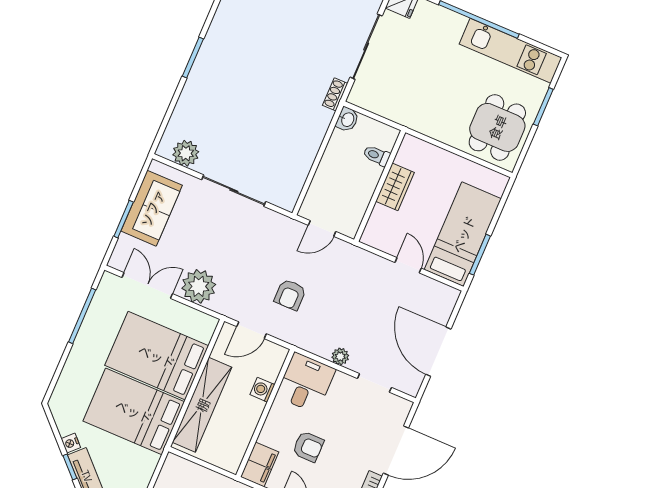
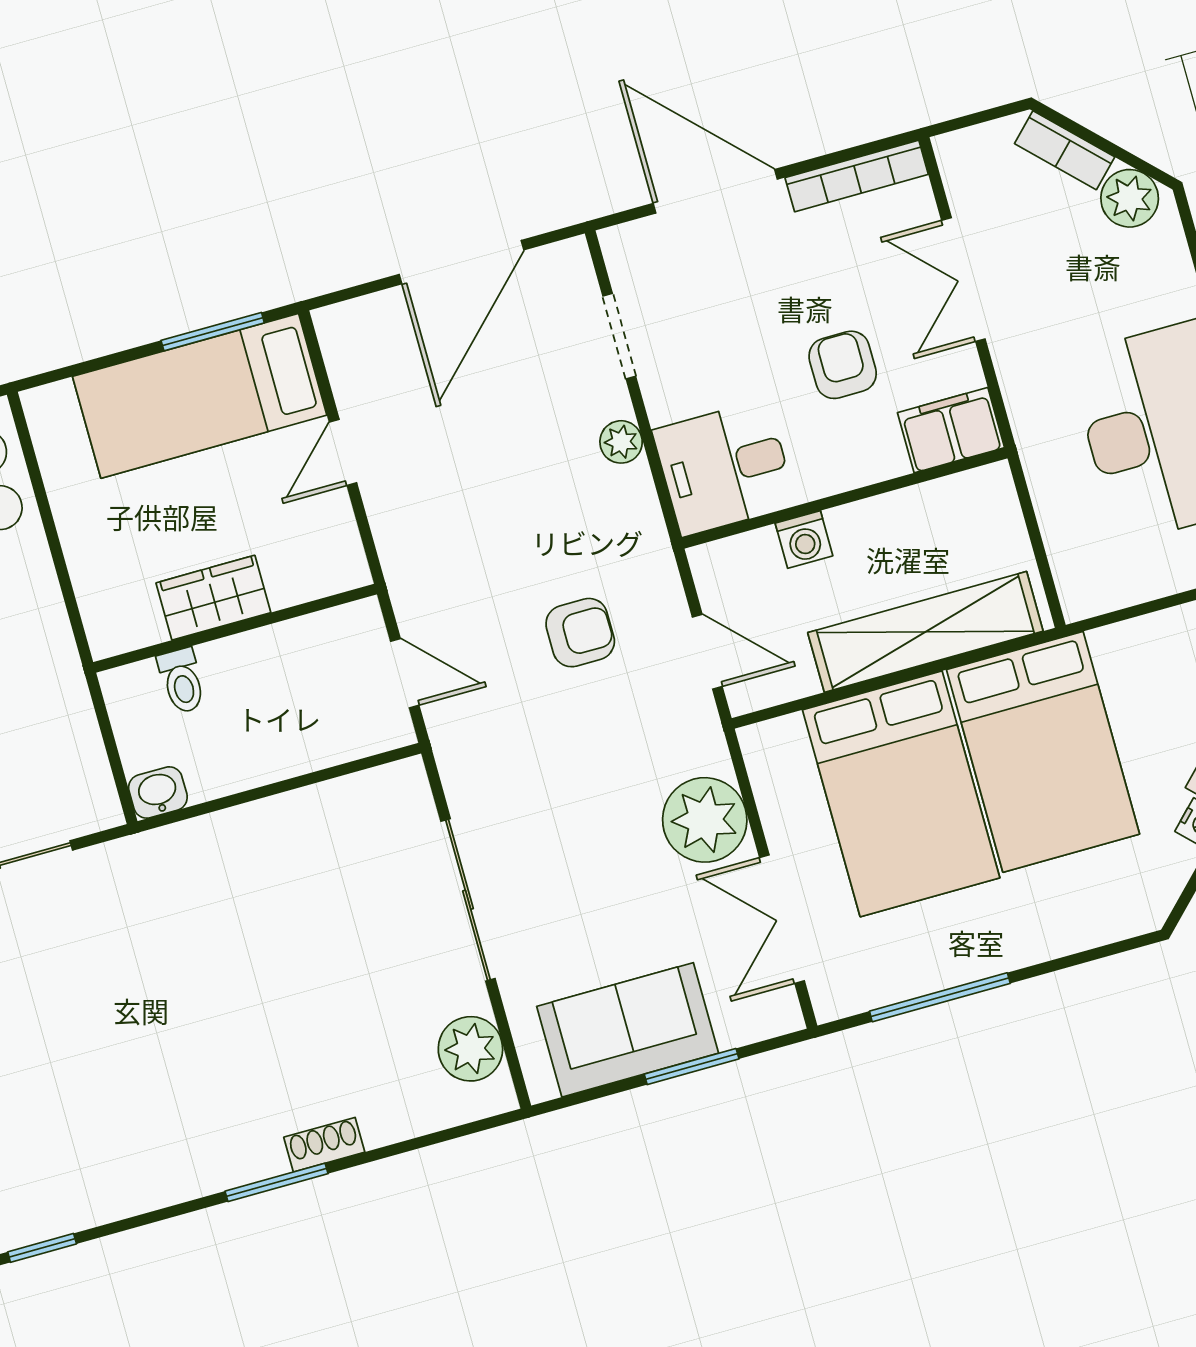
shoe rack: (335, 94) -> (324, 1145), moved, turned 180

